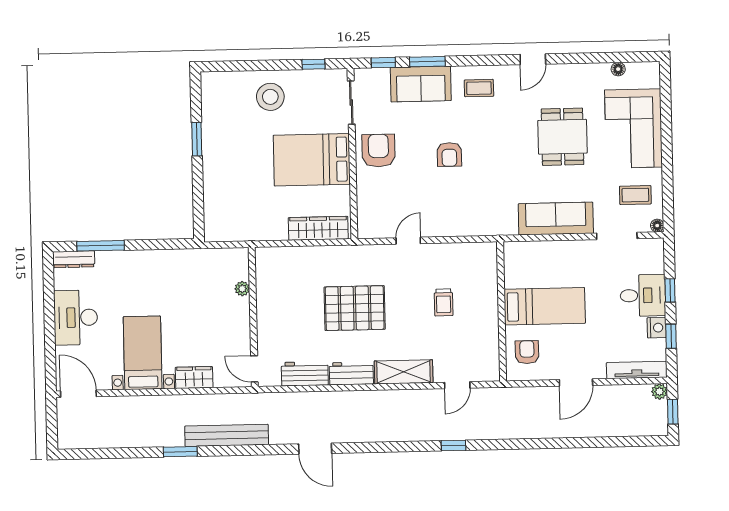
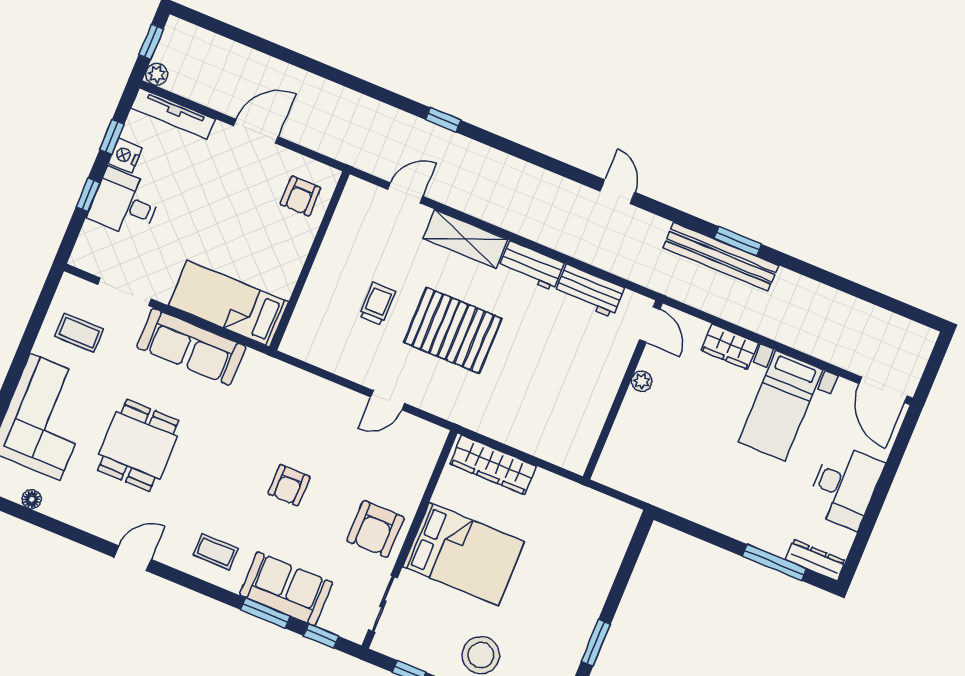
armchair: (449, 154) -> (289, 485), turned 180
floor lamp: (657, 226) -> (69, 283), removed
plant: (242, 289) -> (642, 381), moved
bed: (545, 306) -> (229, 304), moved
pallet: (355, 308) -> (453, 330), moved
door: (315, 449) -> (618, 192), width x0.73
window: (180, 452) -> (738, 241), moved

